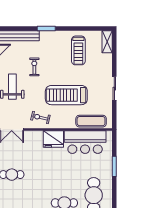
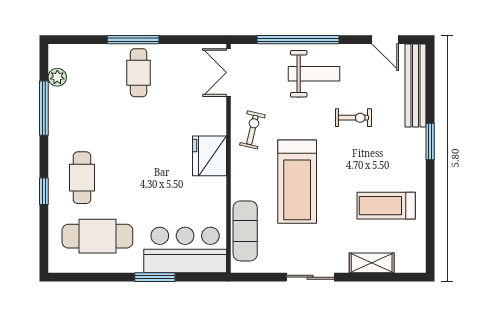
shelving: (107, 42) -> (372, 263), moved
treadmill: (66, 95) -> (297, 182), turned 180
bar counter: (85, 142) -> (185, 250), moved, turned 90

